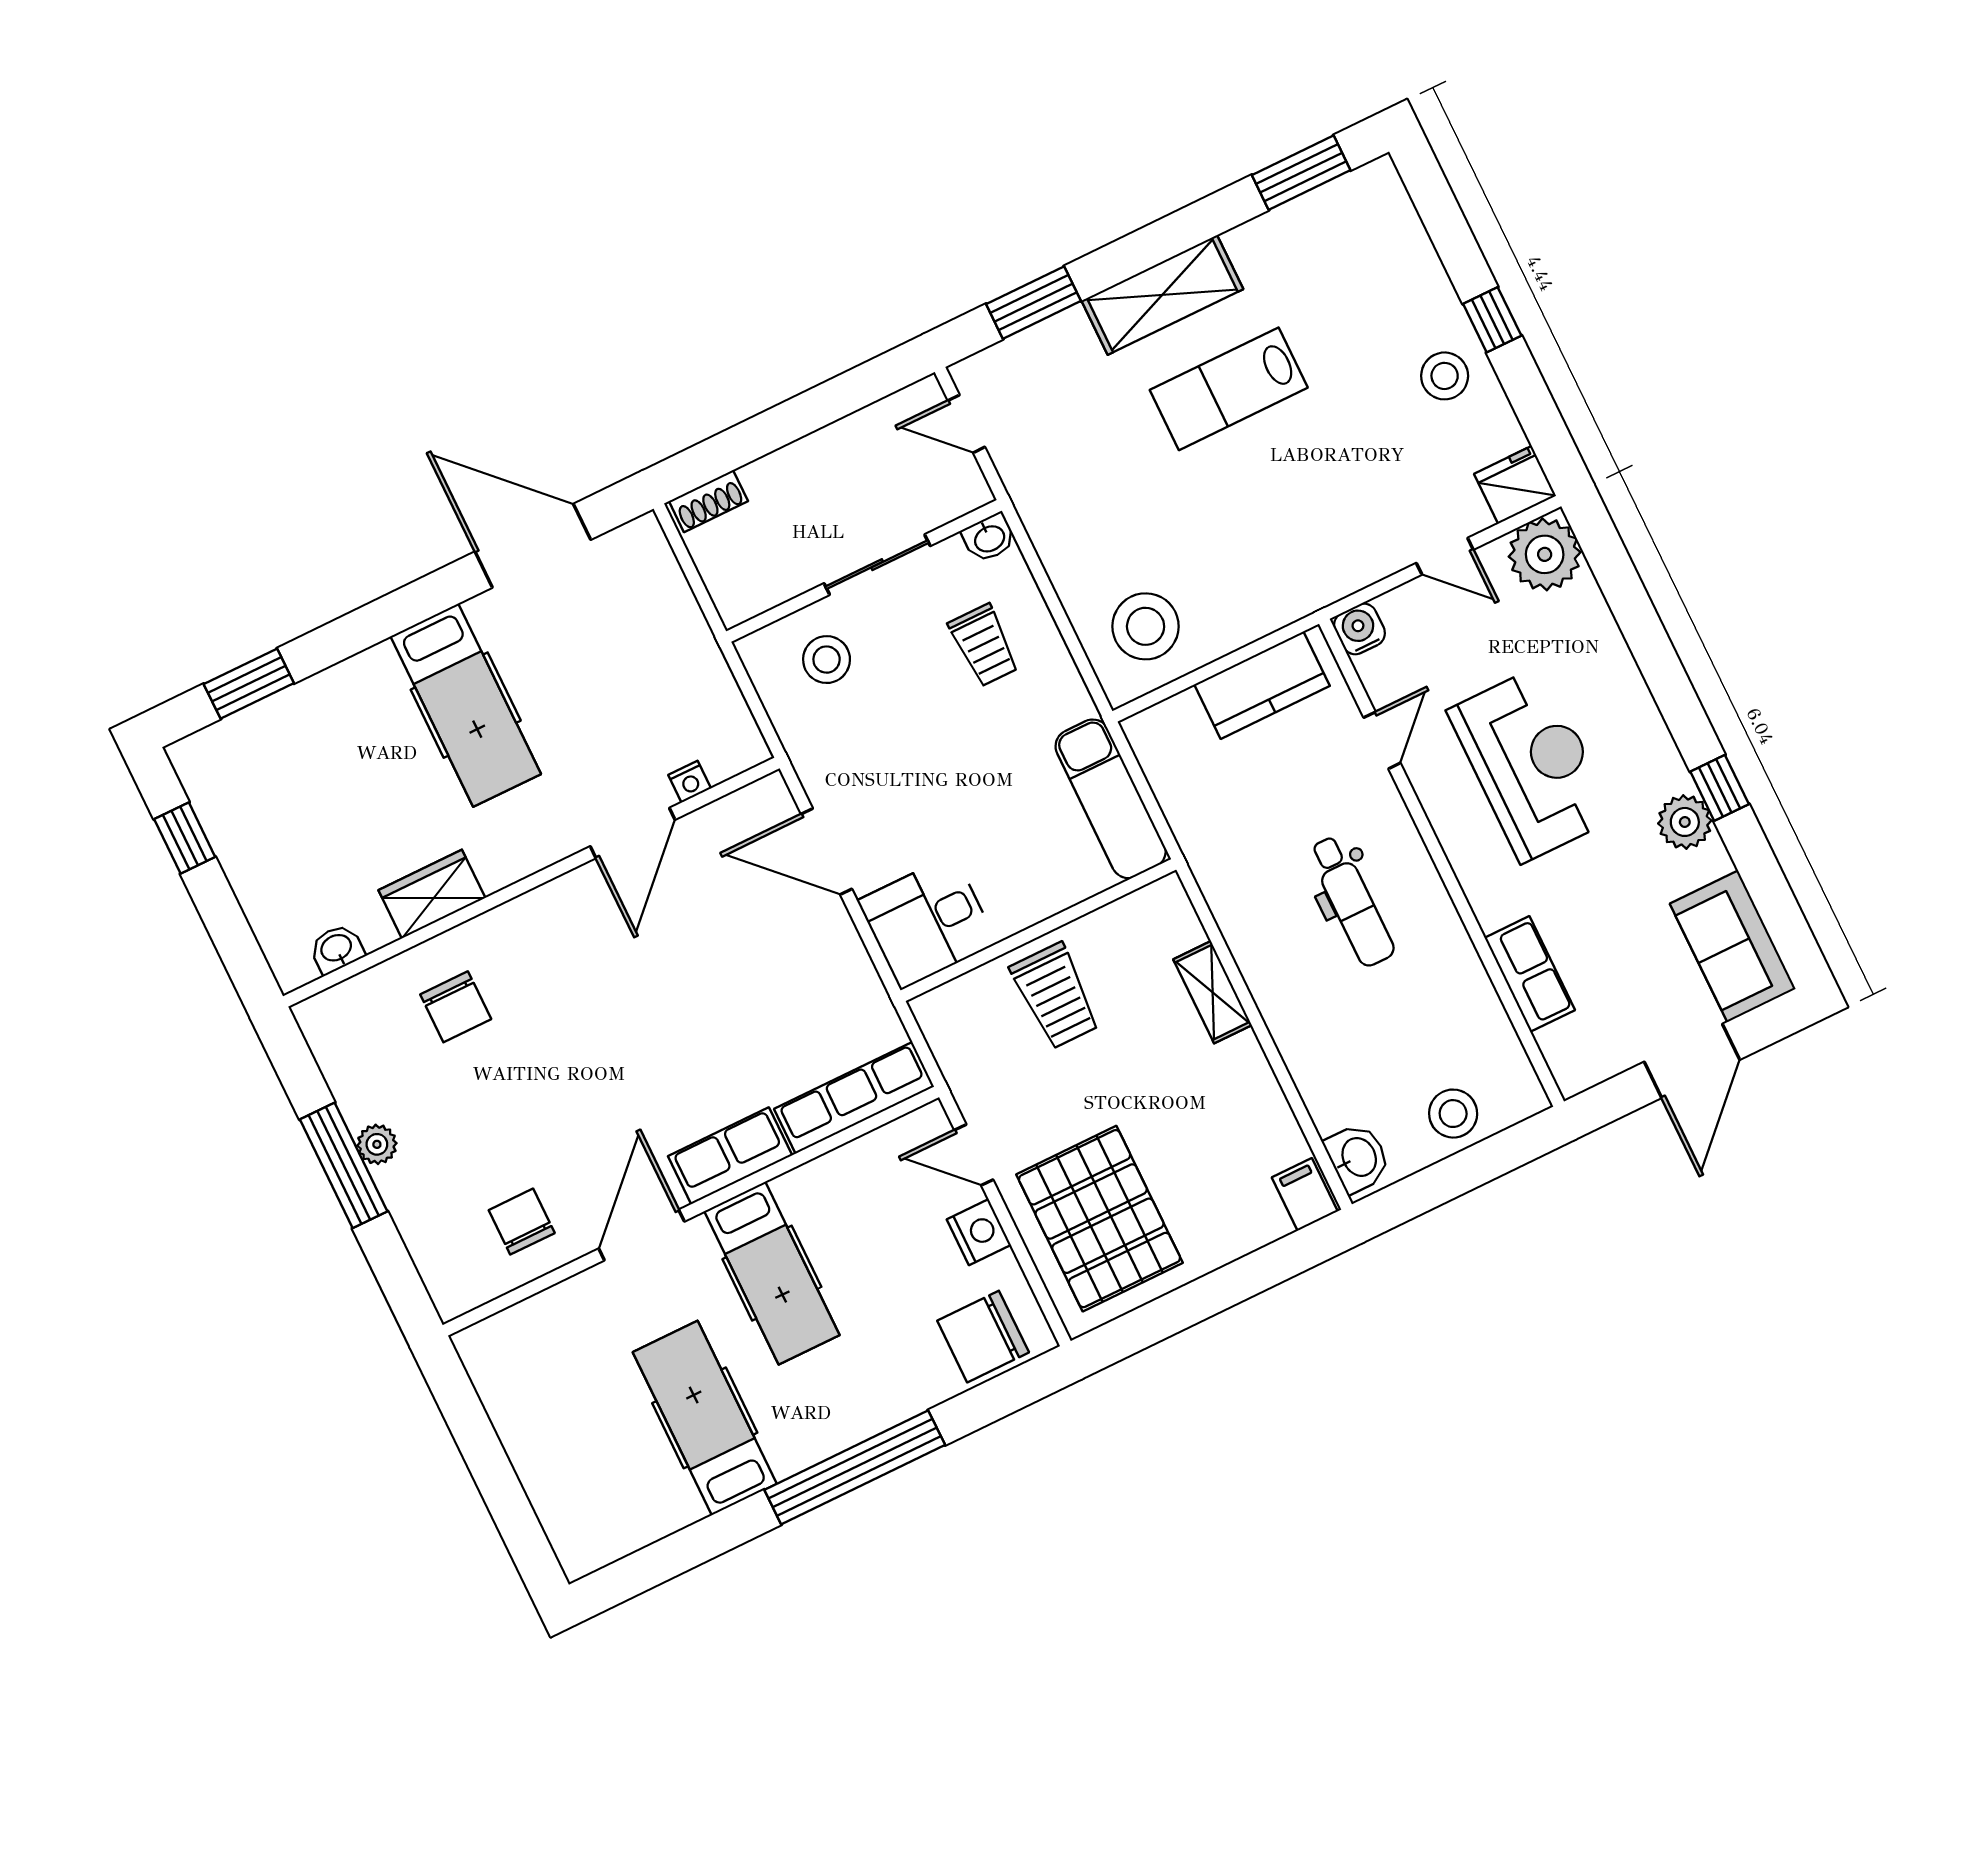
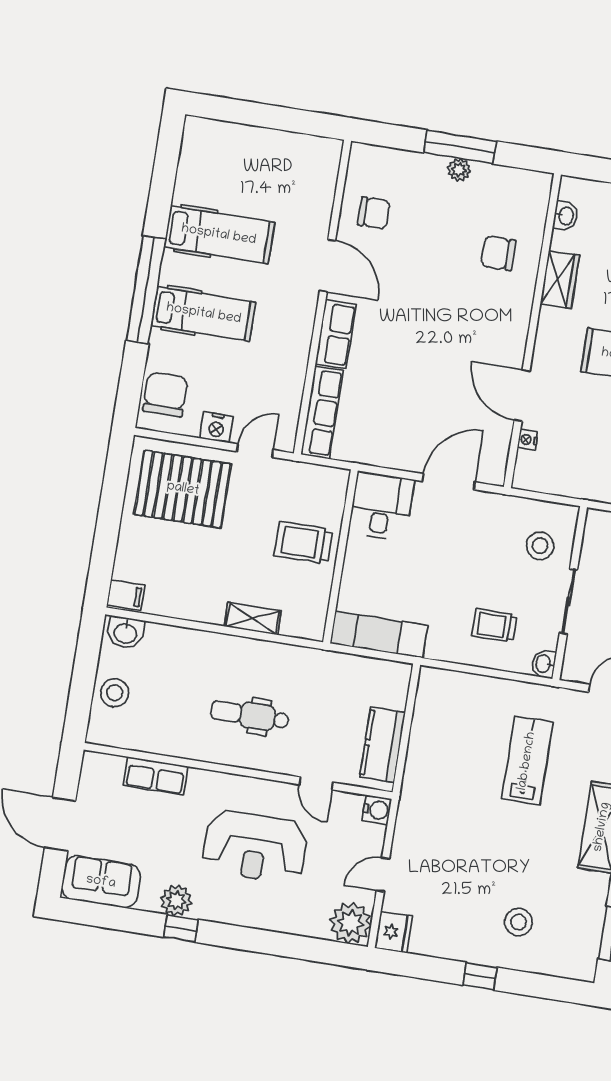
stool: (1445, 376) -> (519, 922), moved
lab bench: (1229, 389) -> (527, 761), moved
stool: (1146, 626) -> (449, 709), removed
hospital bed: (772, 1273) -> (204, 314), moved, turned 180

